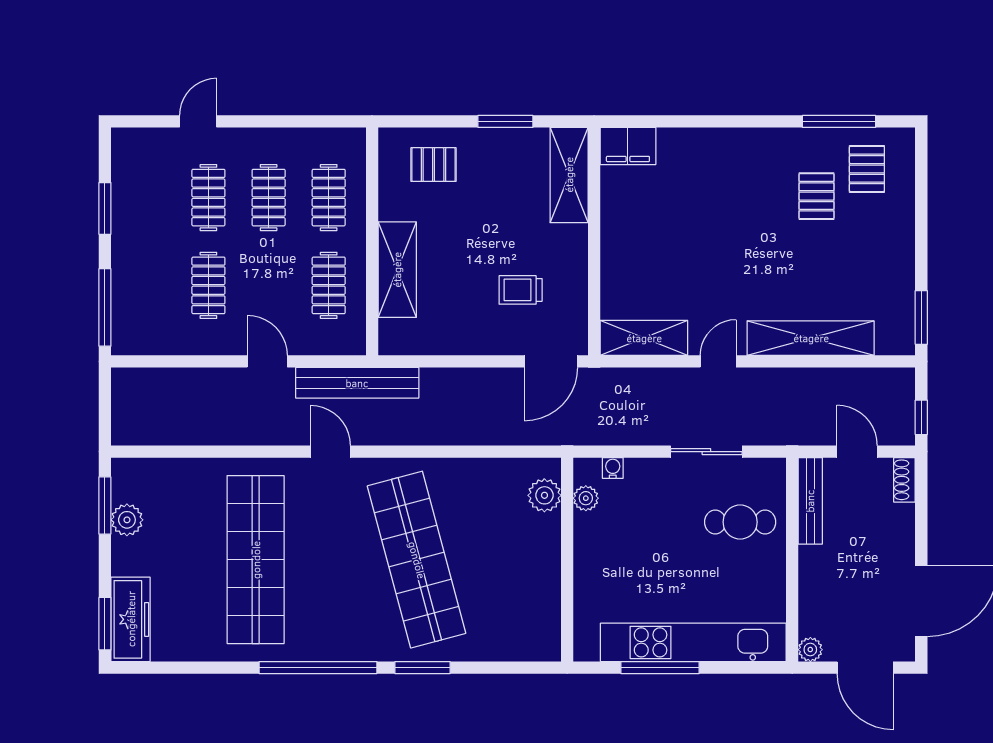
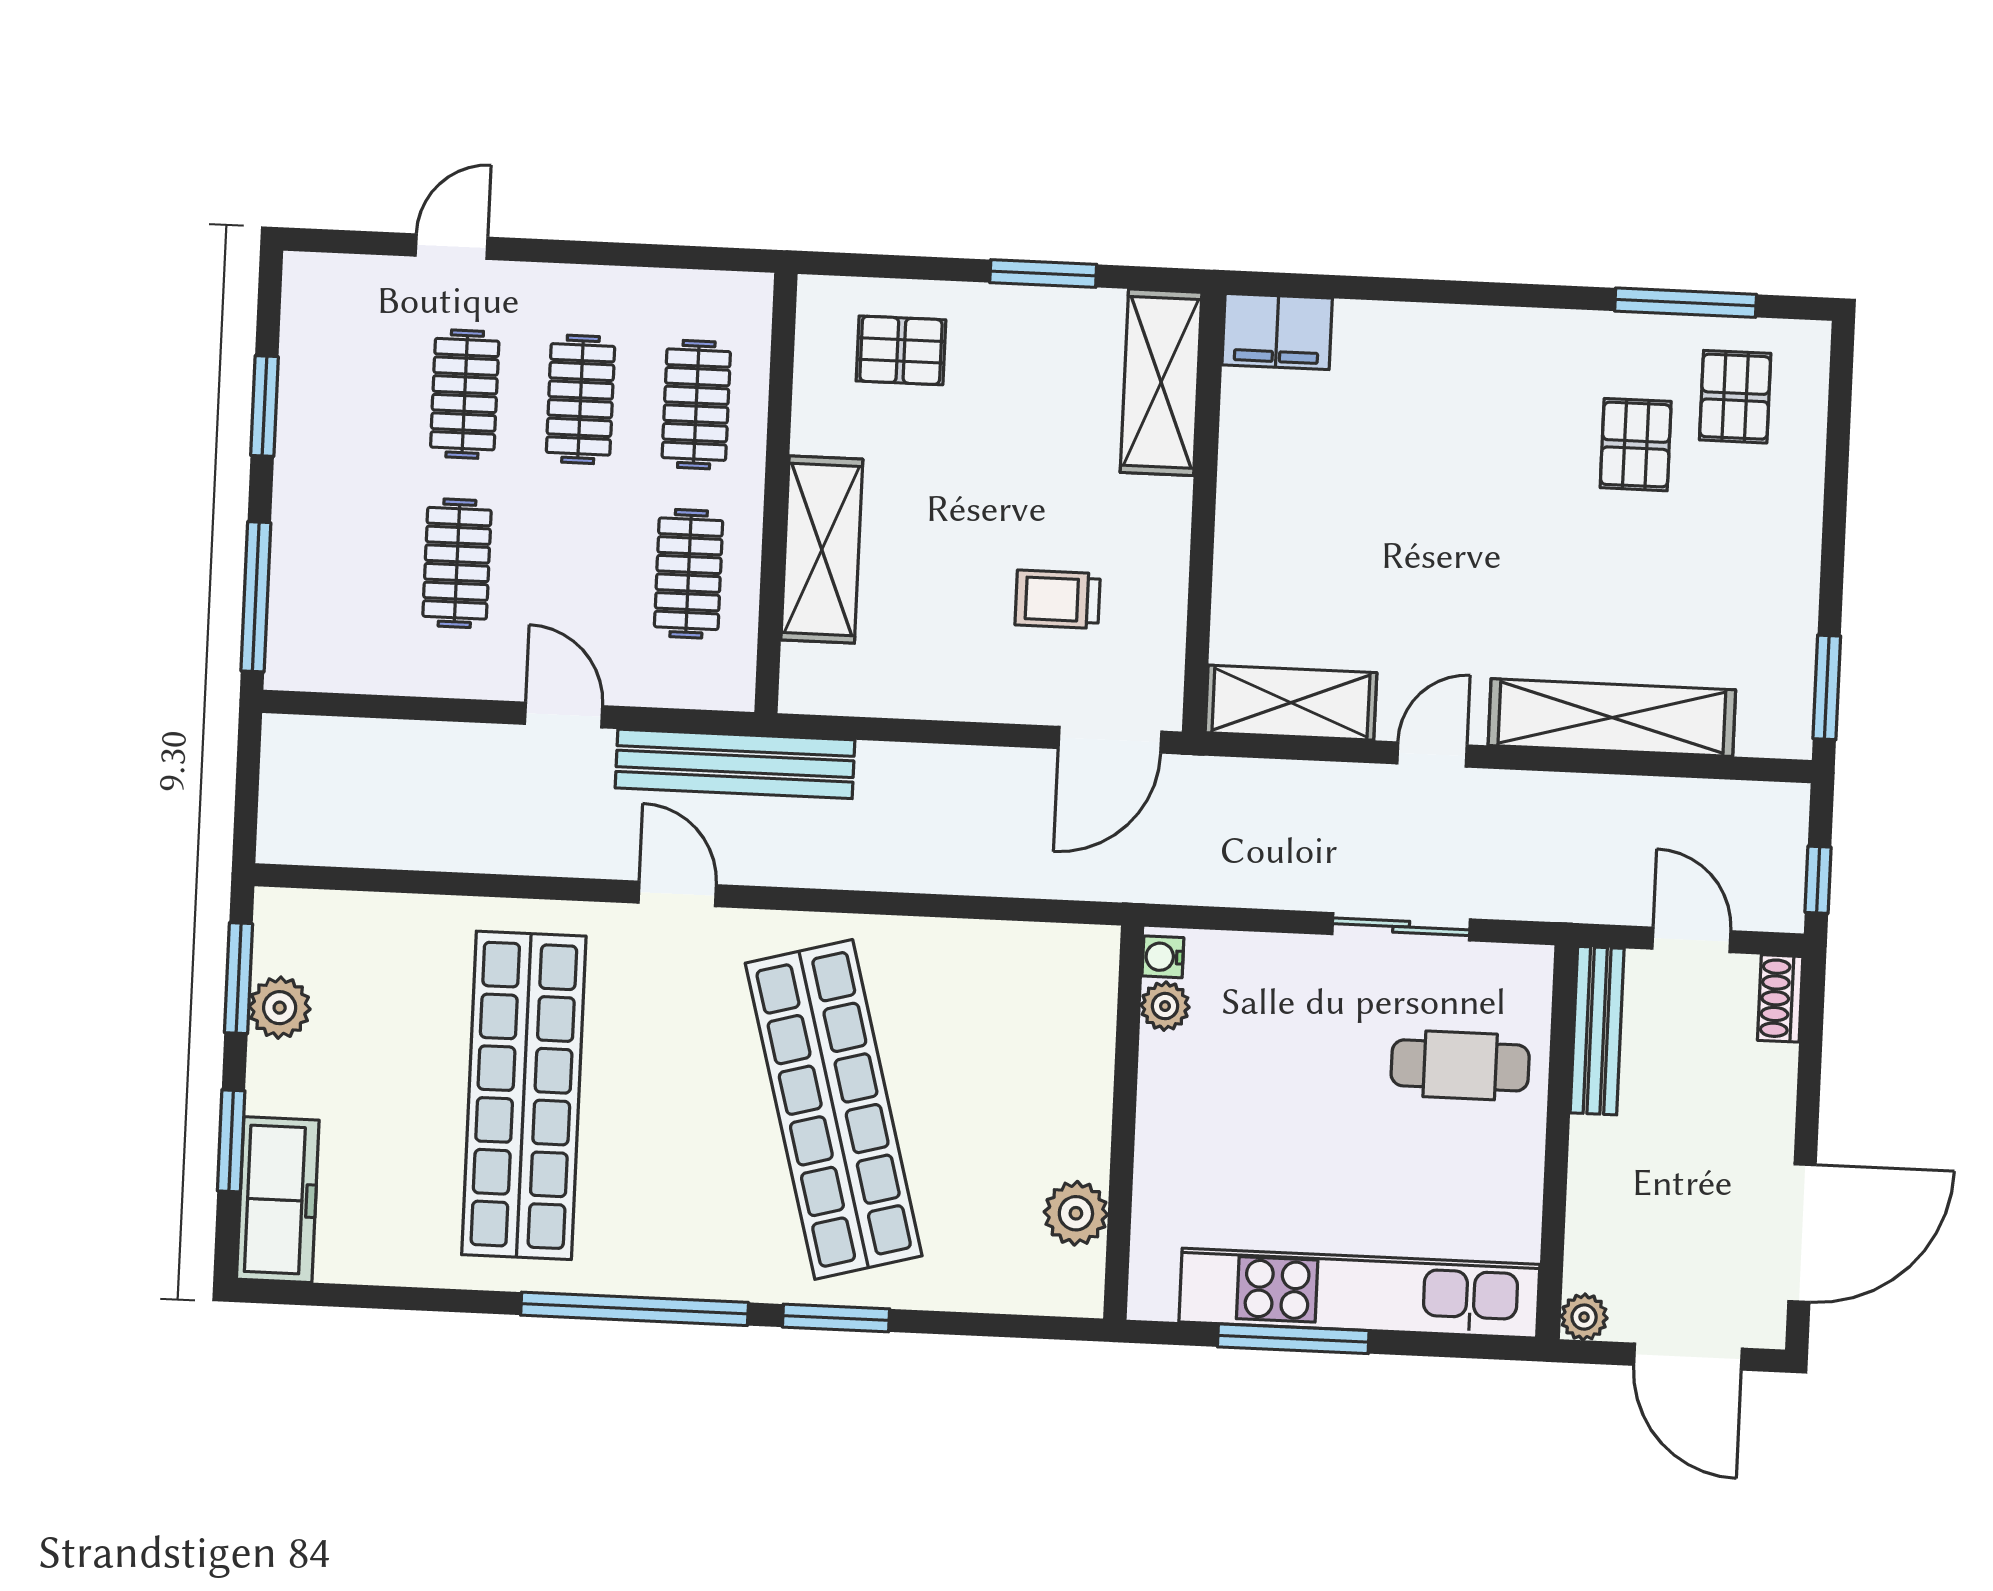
water cooler: (613, 468) -> (1163, 957), moved, turned -90
plant: (544, 495) -> (1076, 1213), moved
window: (105, 624) -> (231, 1141), moved

